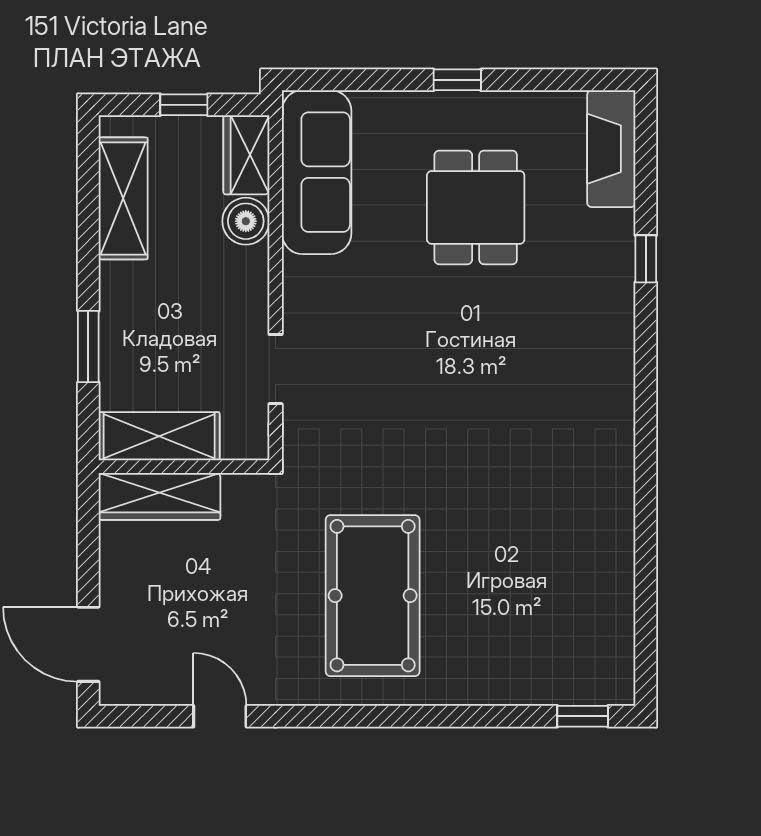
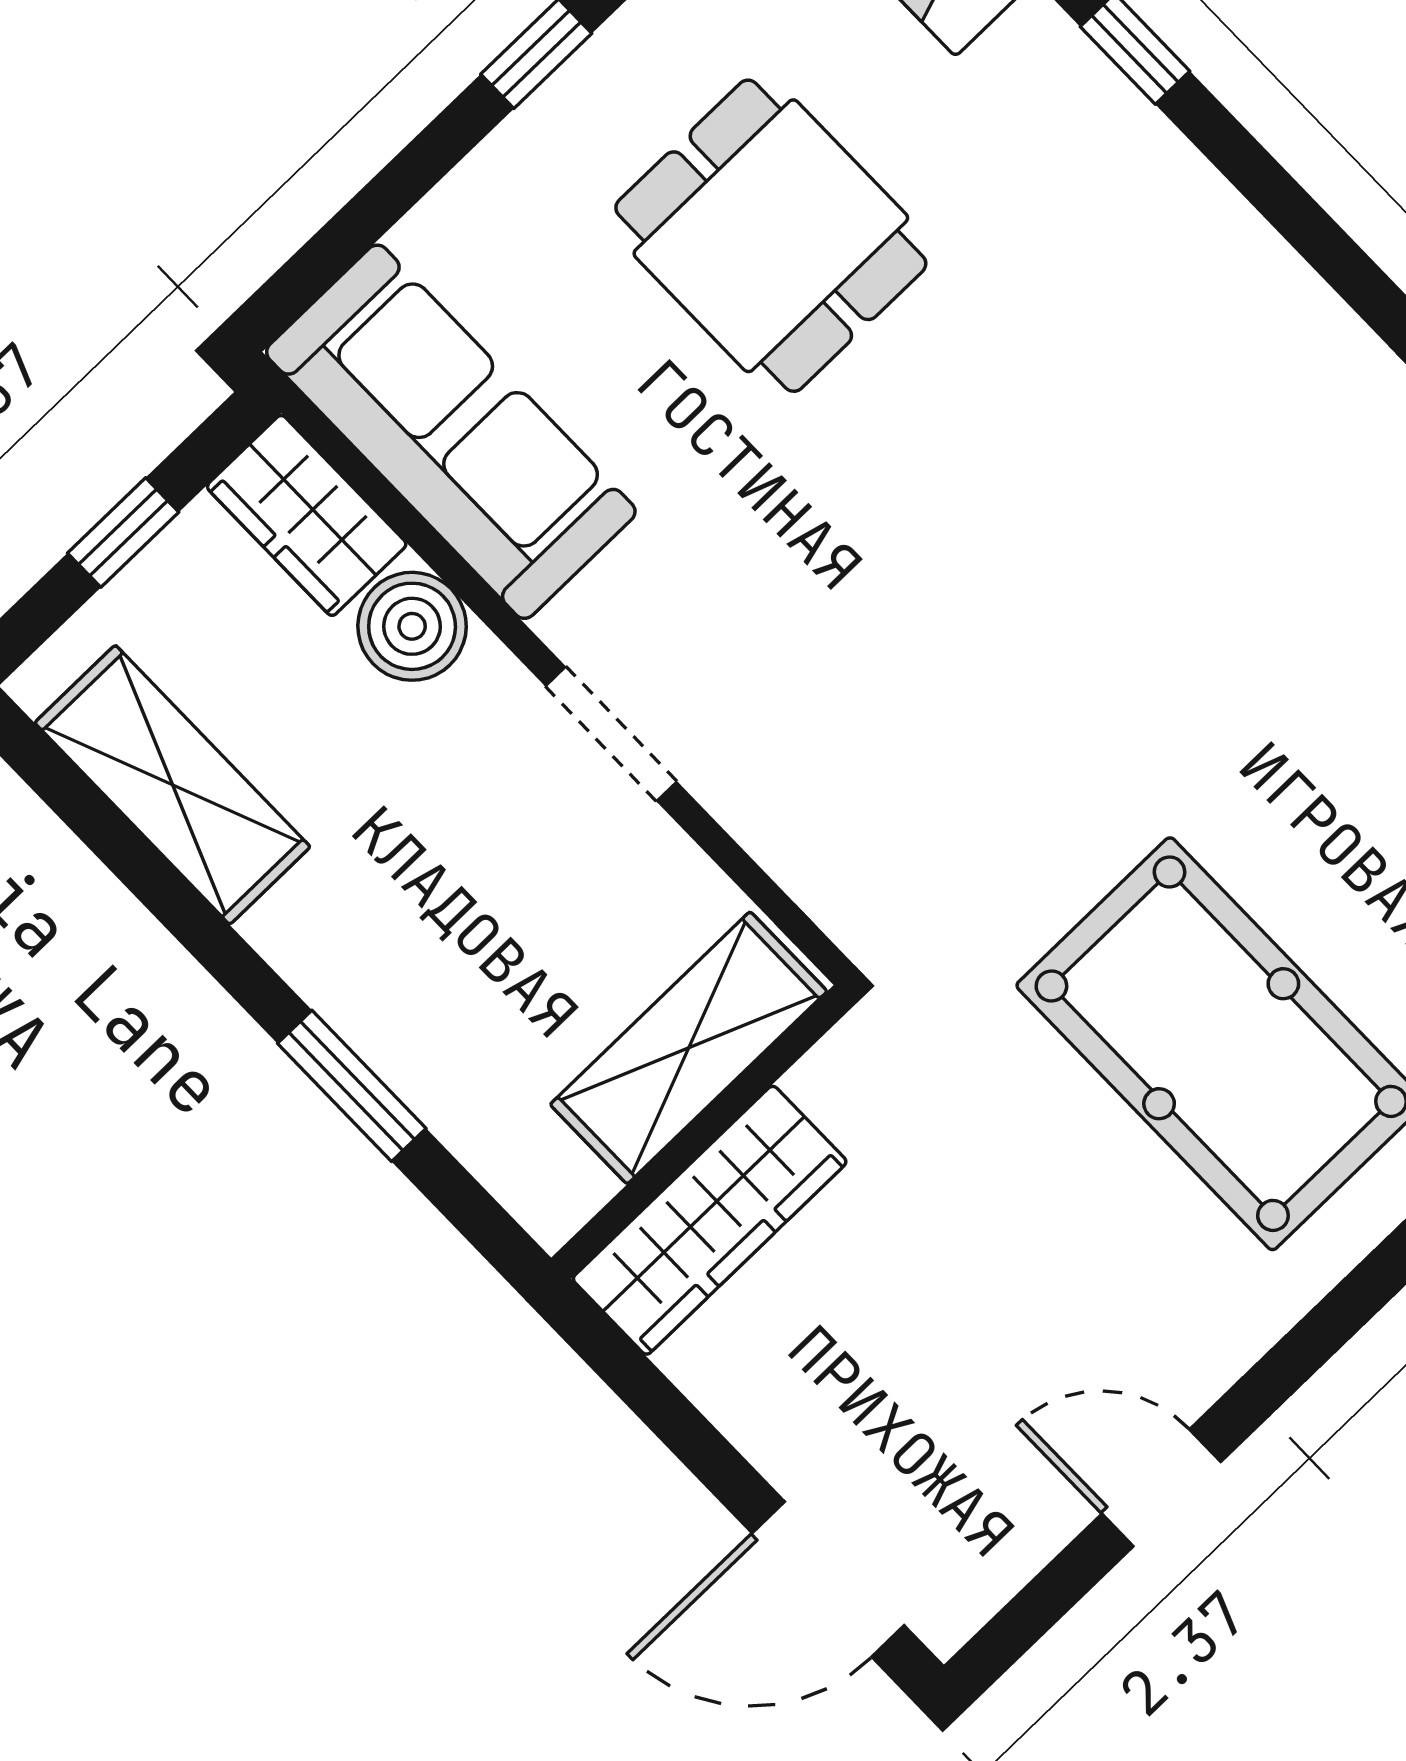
doorway: (276, 369) -> (611, 734), moved
shelving: (159, 436) -> (689, 1048), moved

